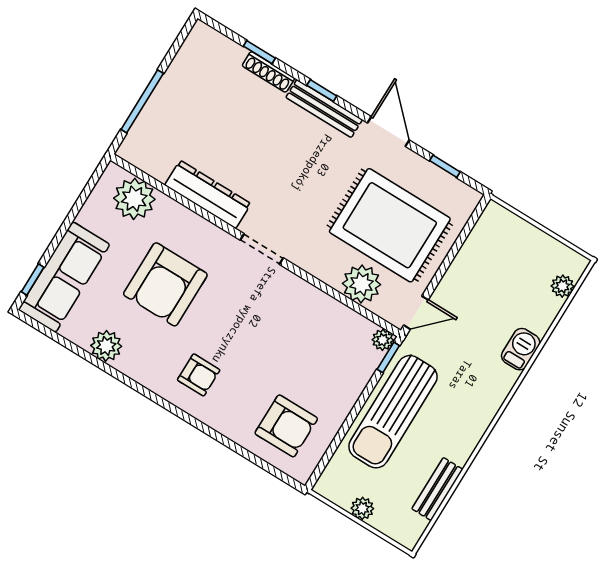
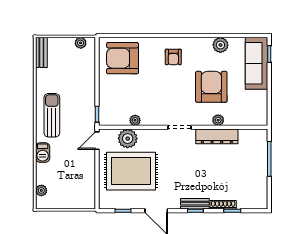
bench: (324, 108) -> (195, 204), width x0.73
plant: (134, 199) -> (218, 120), moved, width x0.53, depth x0.53
plant: (383, 340) -> (135, 120), moved
armchair: (199, 375) -> (173, 57), turned -90
sun lounger: (393, 412) -> (52, 115), moved, width x0.73, depth x0.75
armchair: (286, 426) -> (123, 58), width x1.36, depth x1.36
bench: (437, 489) -> (41, 52), moved
plant: (362, 508) -> (81, 43), moved

